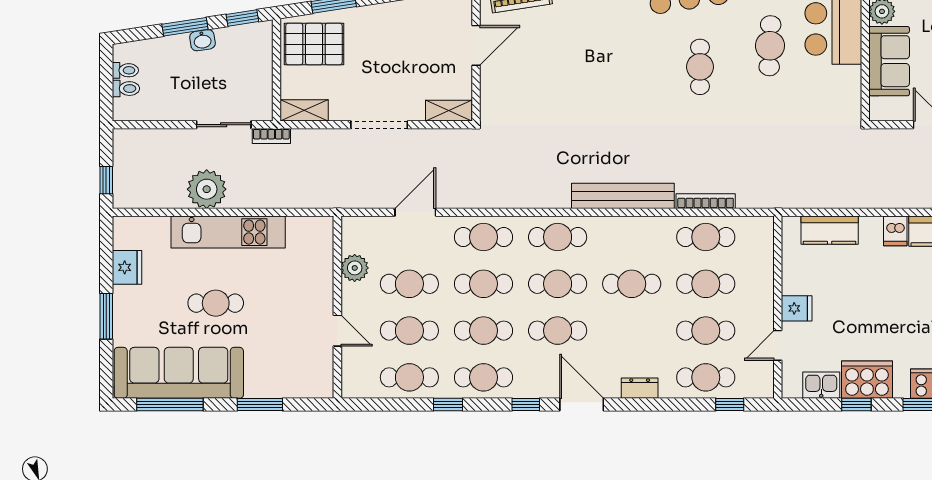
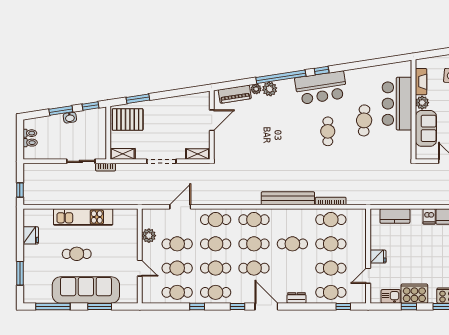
plant: (207, 189) -> (72, 195), removed
window: (106, 316) -> (20, 273), moved
sofa: (179, 373) -> (86, 290), moved

